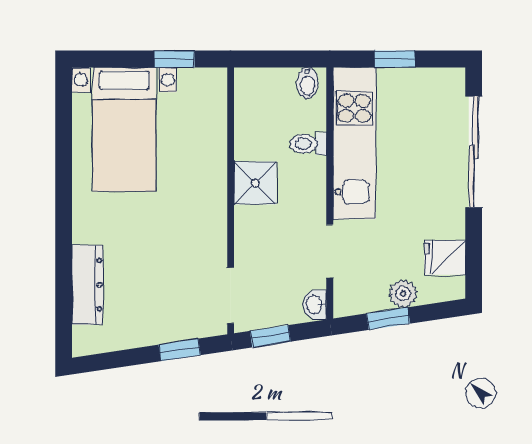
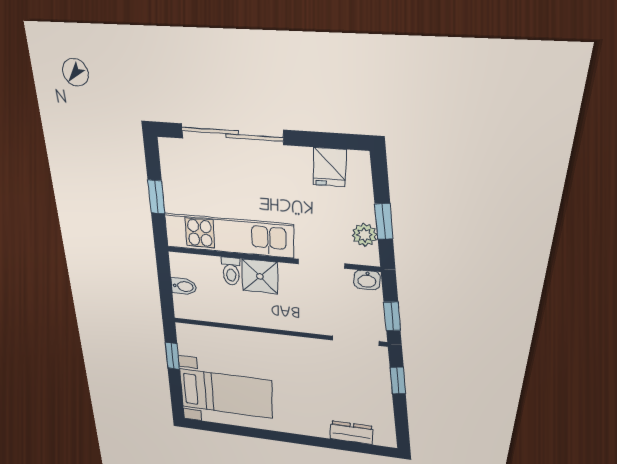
bidet: (307, 83) -> (184, 286), moved
shower: (255, 183) -> (260, 276), moved
dresser: (87, 285) -> (351, 433), width x0.70
plant: (403, 294) -> (365, 235), moved

